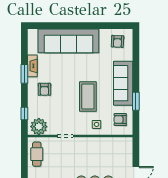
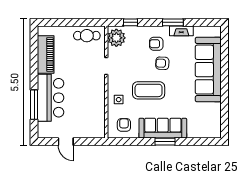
armchair: (118, 41) -> (162, 63), moved
window: (136, 101) -> (165, 142), moved

